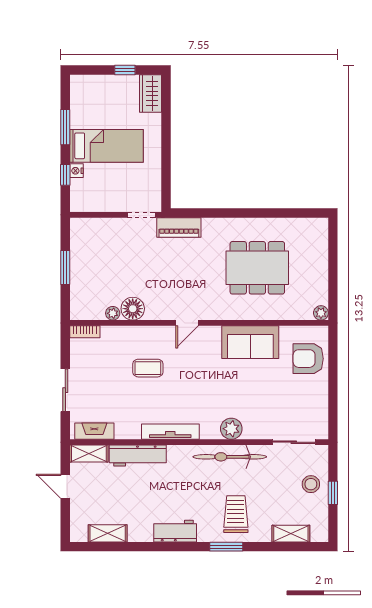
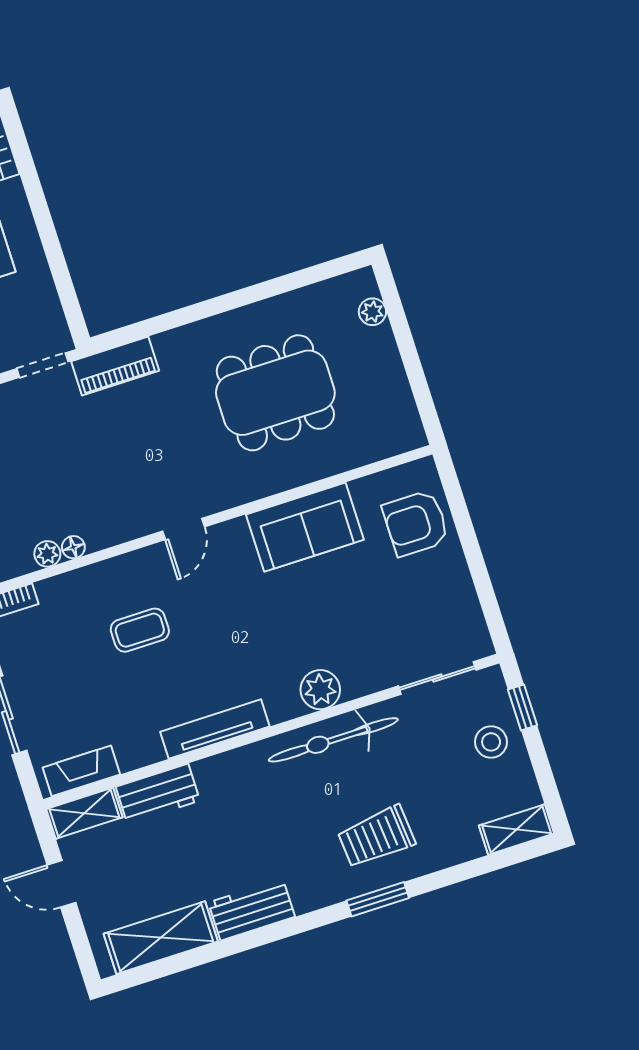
floor lamp: (133, 309) -> (73, 547), width x0.53, depth x0.53
plant: (321, 313) -> (372, 312), moved
workbench: (138, 456) -> (158, 794), width x0.73
window: (333, 493) -> (523, 707), moved
trolley: (236, 514) -> (376, 837), turned -95
workbench: (175, 531) -> (252, 910), moved
shelving: (108, 533) -> (161, 938), width x1.50, depth x1.33
shelving: (291, 534) -> (517, 829), moved

